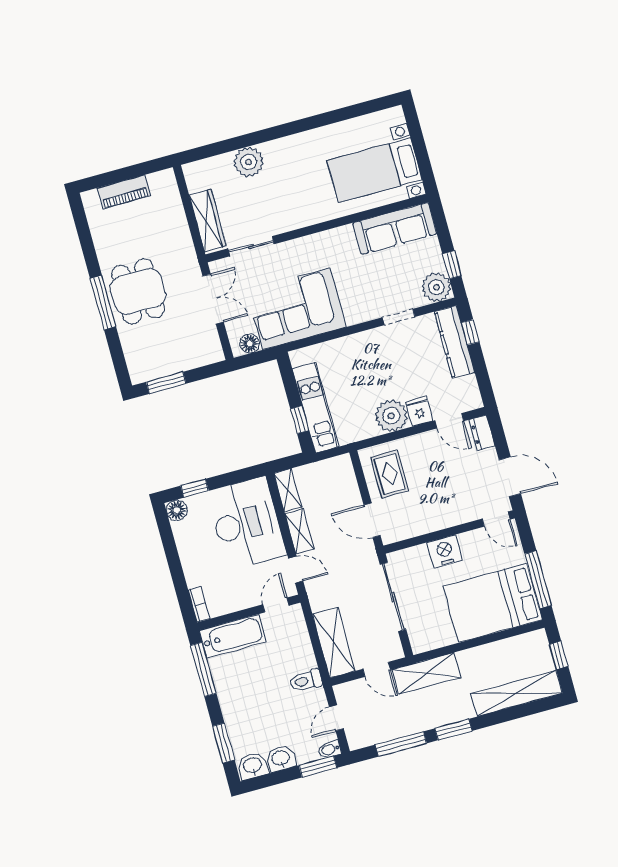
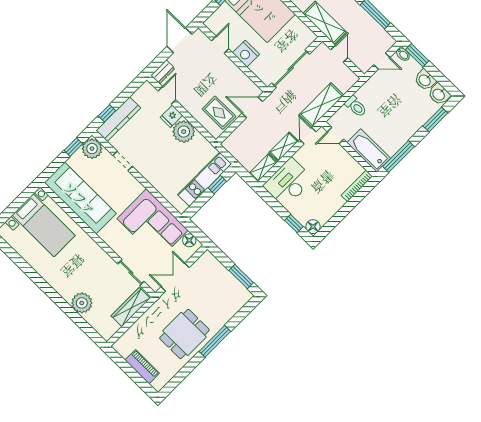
sofa: (395, 228) -> (80, 198), width x1.36, depth x1.27
dining table: (138, 291) -> (184, 334), moved
rug: (390, 474) -> (219, 113), turned 90
door: (496, 519) -> (220, 45), moved
door: (372, 520) -> (252, 107), swing flipped
desk: (247, 523) -> (288, 183), width x0.73, depth x0.77
bookcase: (199, 604) -> (357, 186), width x1.56
shelving: (334, 643) -> (321, 105), moved
toilet: (306, 681) -> (356, 106), moved

